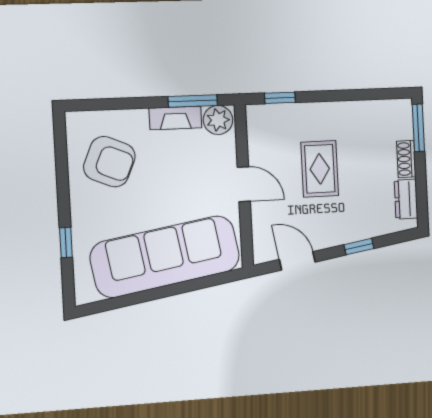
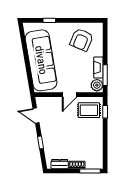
rug: (320, 169) -> (89, 110), moved
door: (297, 261) -> (36, 116), swing flipped

